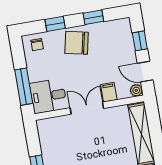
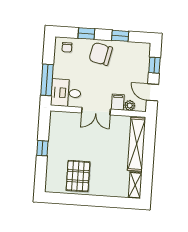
plant: (136, 90) -> (130, 105), moved
double door: (87, 108) -> (96, 111), swing flipped

